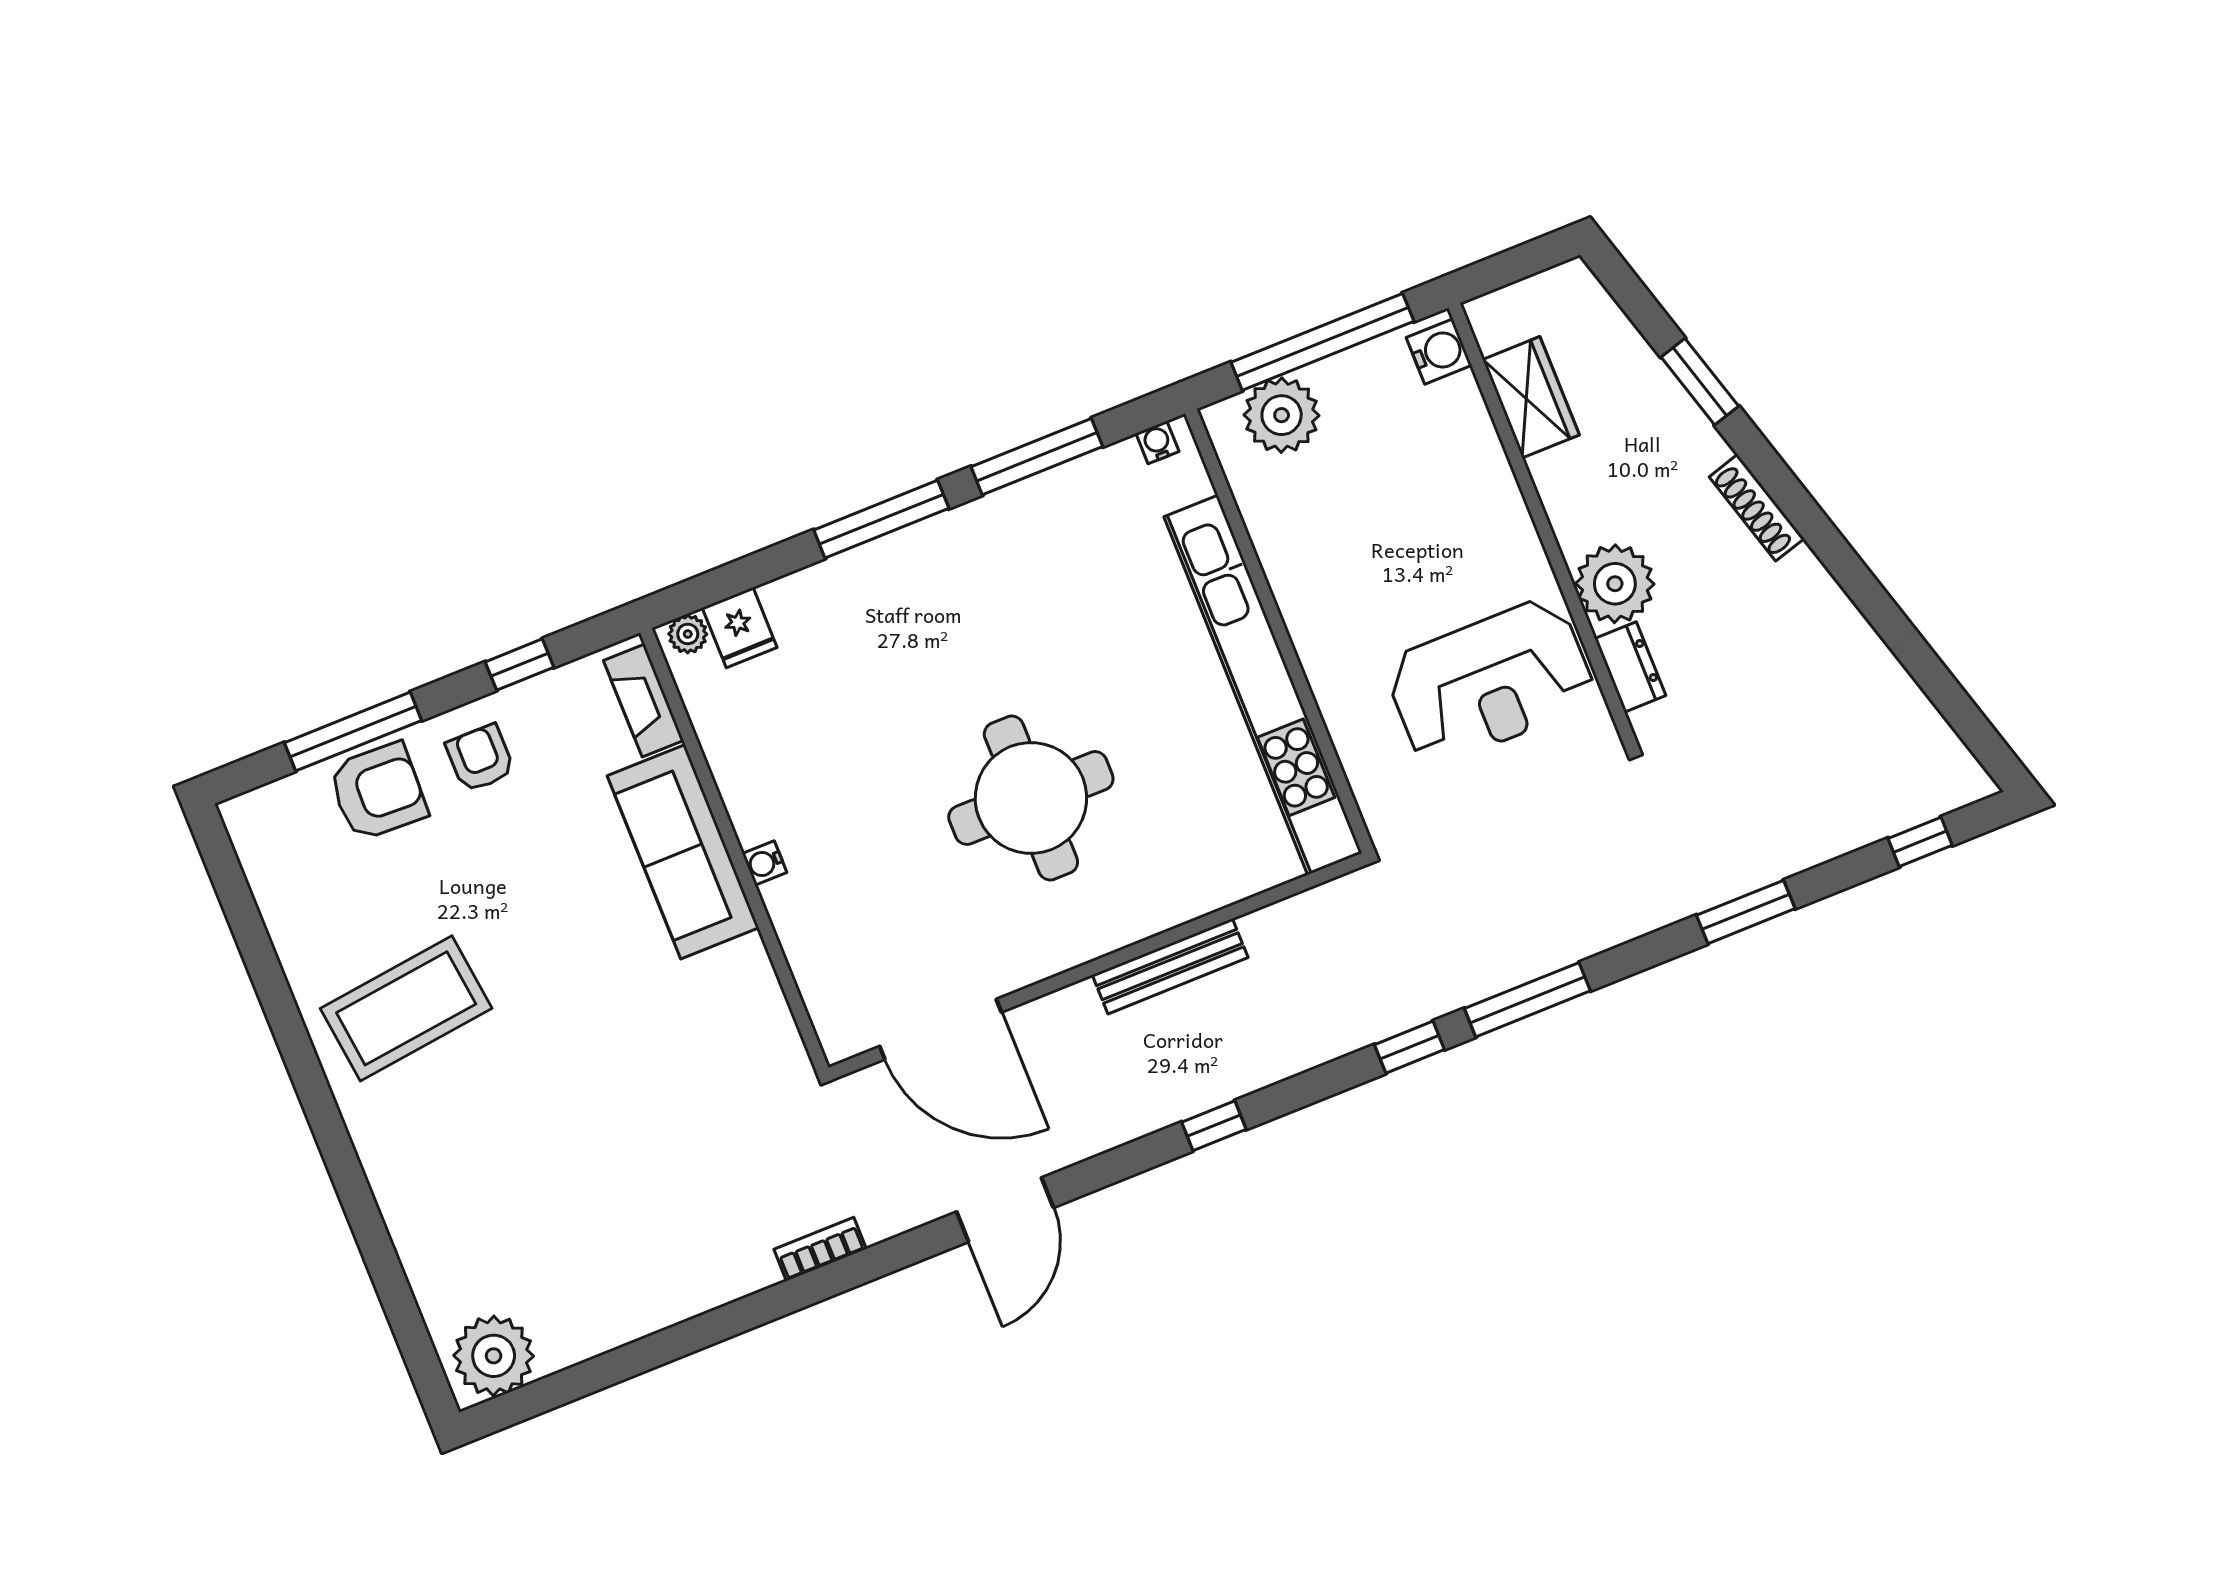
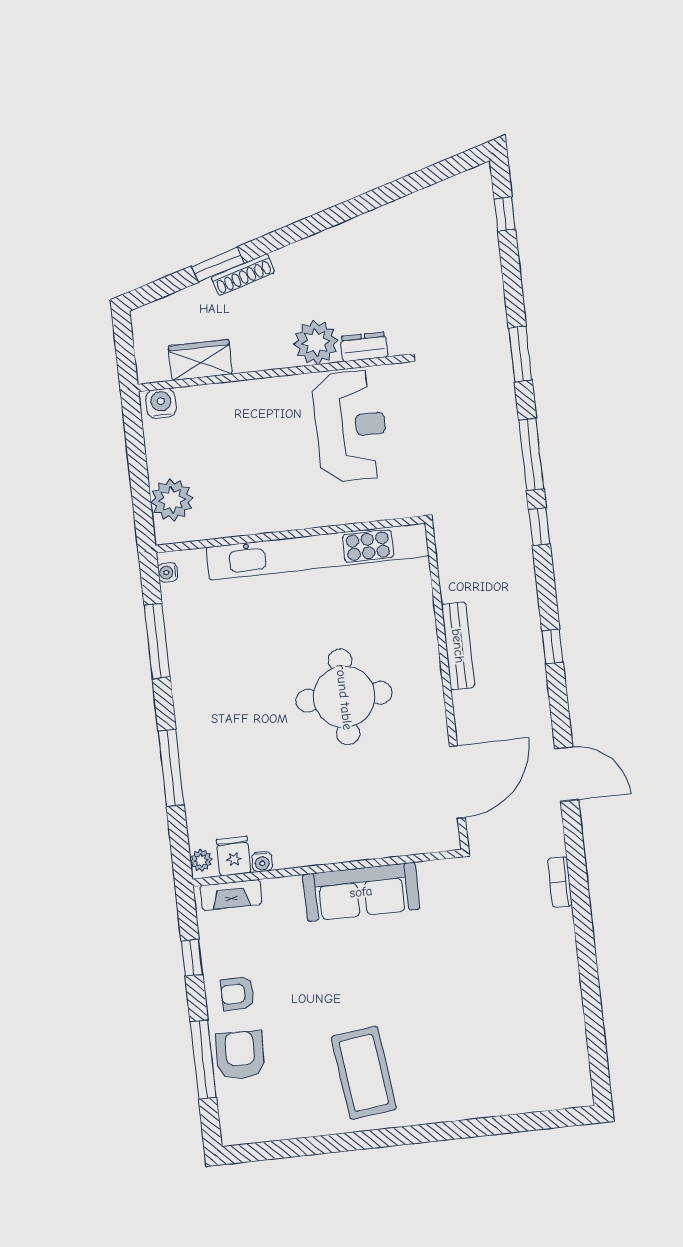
window: (1322, 342) -> (138, 466), removed
shoe rack: (1757, 508) -> (243, 275), moved
window: (881, 519) -> (171, 768), moved
fridge: (740, 628) -> (233, 856), moved, turned -90
sofa: (683, 852) -> (361, 892), moved
water cooler: (765, 863) -> (262, 862), moved
window: (1746, 912) -> (520, 354), moved
plant: (494, 1356) -> (568, 1078), removed

